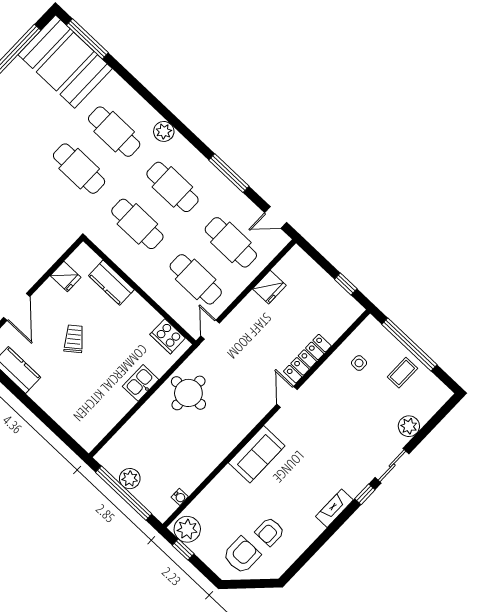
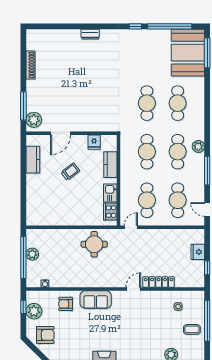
plant: (164, 131) -> (198, 146), moved
fridge: (269, 287) -> (198, 252), moved, turned 90
kitchen sink: (141, 383) -> (110, 193), moved, turned -90
plant: (187, 529) -> (34, 311), moved
armchair: (270, 532) -> (66, 304), moved

